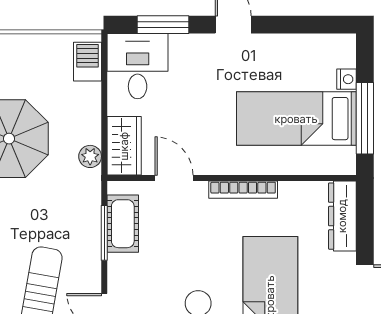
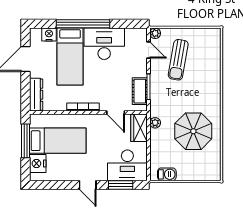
barbecue: (87, 62) -> (167, 174), moved, turned -90
desk: (138, 66) -> (127, 165), width x1.37
nightstand: (347, 79) -> (38, 163), width x1.89, depth x1.79

